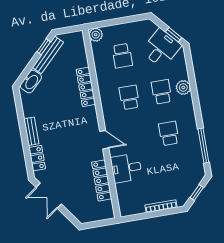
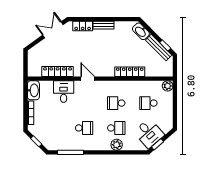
school desk: (129, 97) -> (116, 103), turned 180
door: (104, 140) -> (88, 79), swing flipped
washbasin: (131, 207) -> (33, 90), added

